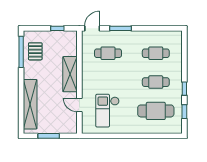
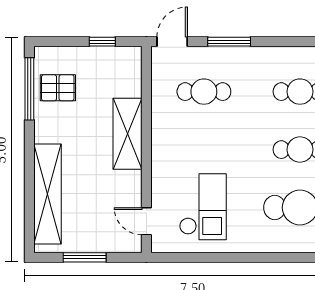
pallet: (35, 51) -> (58, 88), turned 90
door: (79, 105) -> (146, 221), moved
checkout: (107, 111) -> (203, 207), turned 180

